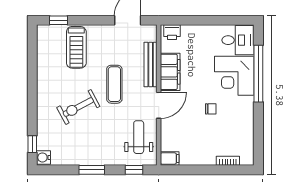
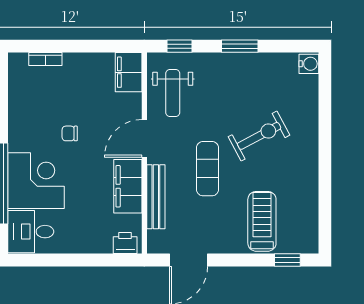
window: (32, 144) -> (325, 83), removed
filing cabinet: (170, 159) -> (129, 72), width x2.00

